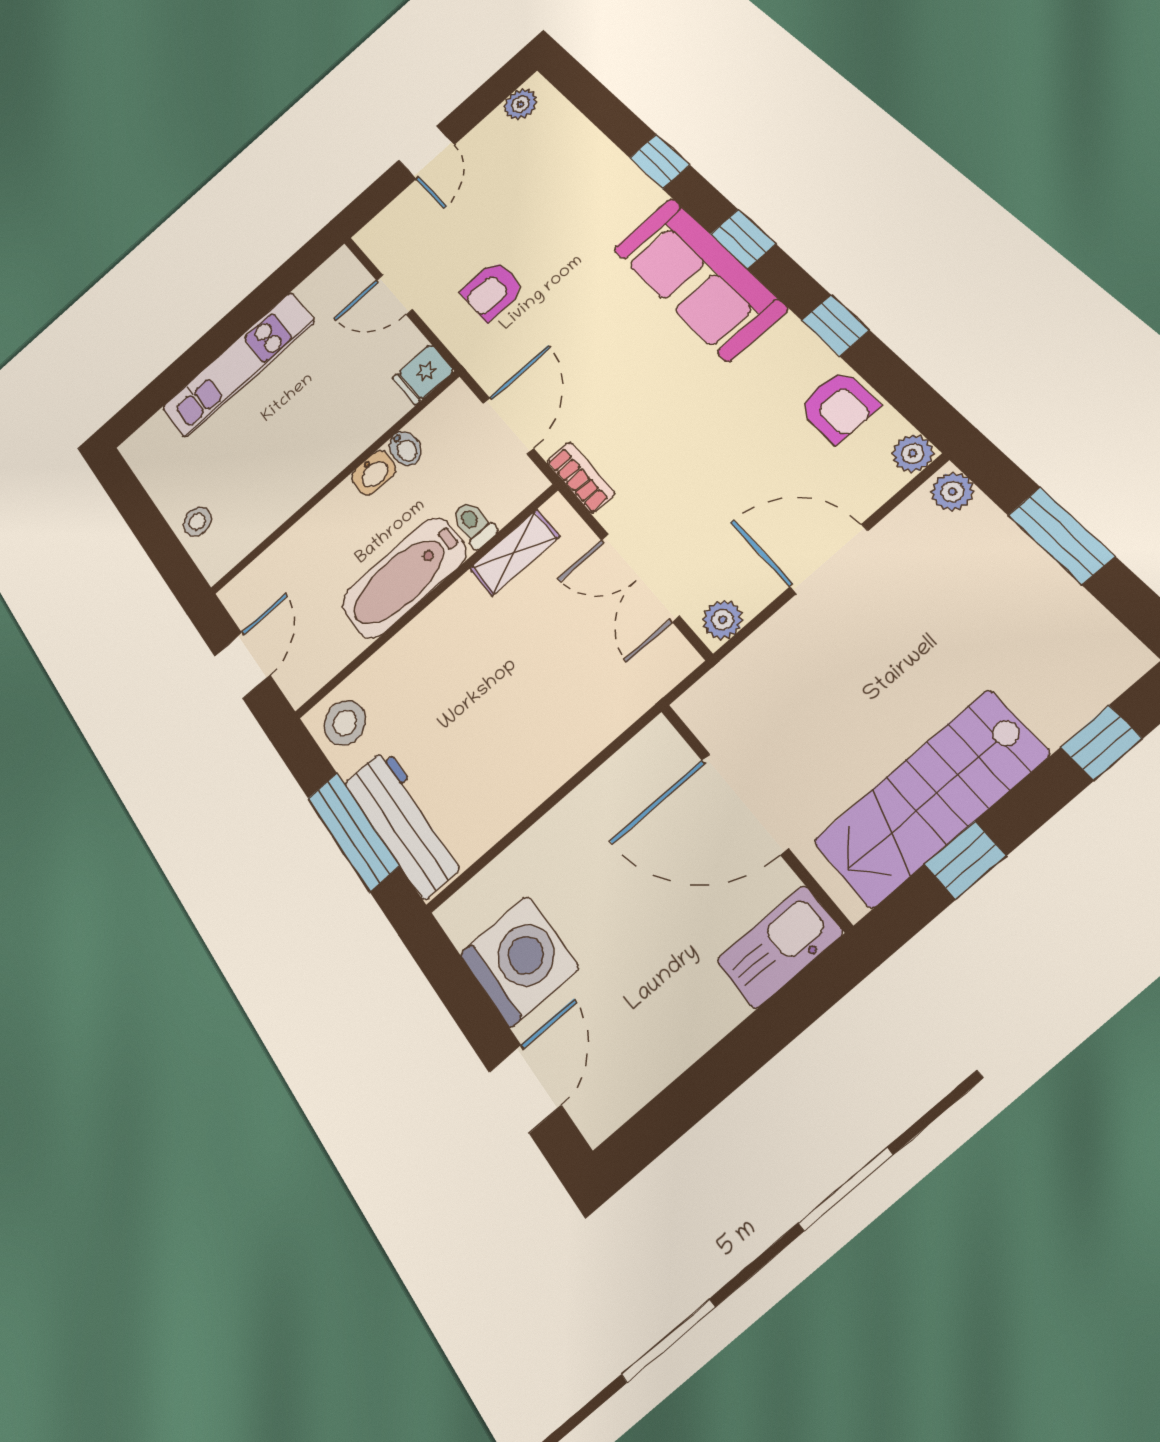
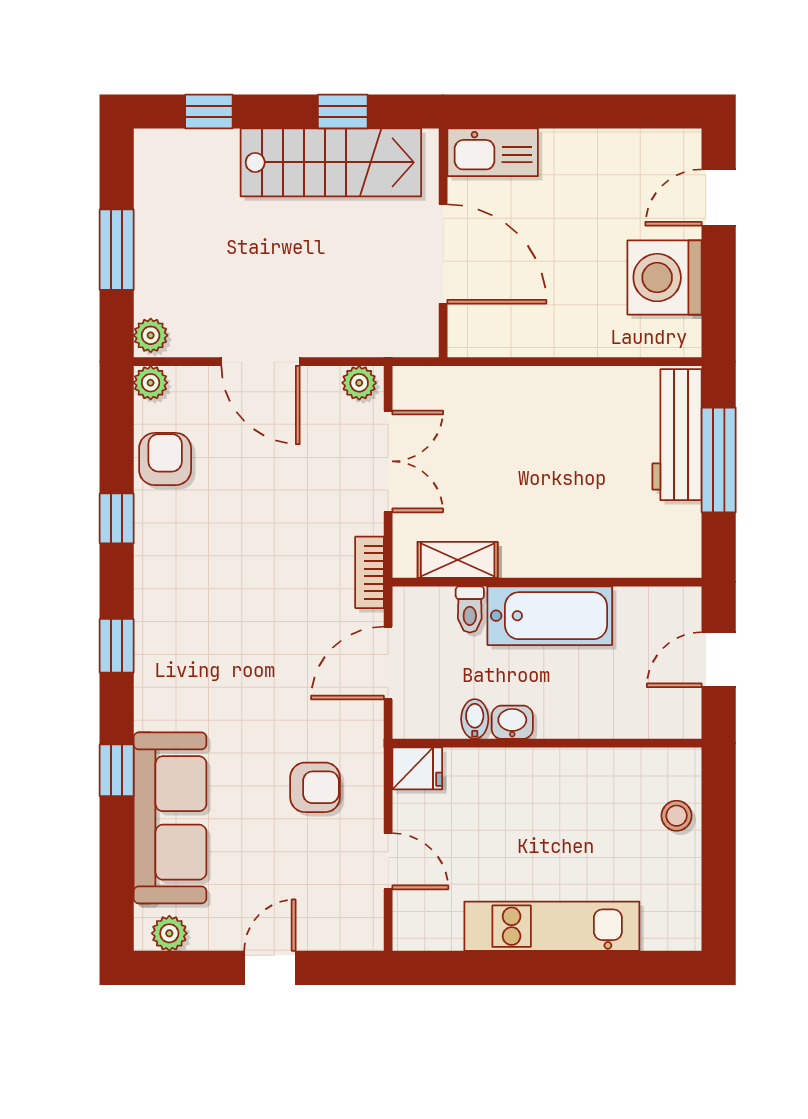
sofa: (699, 278) -> (170, 818), moved
stool: (345, 723) -> (670, 544), removed

